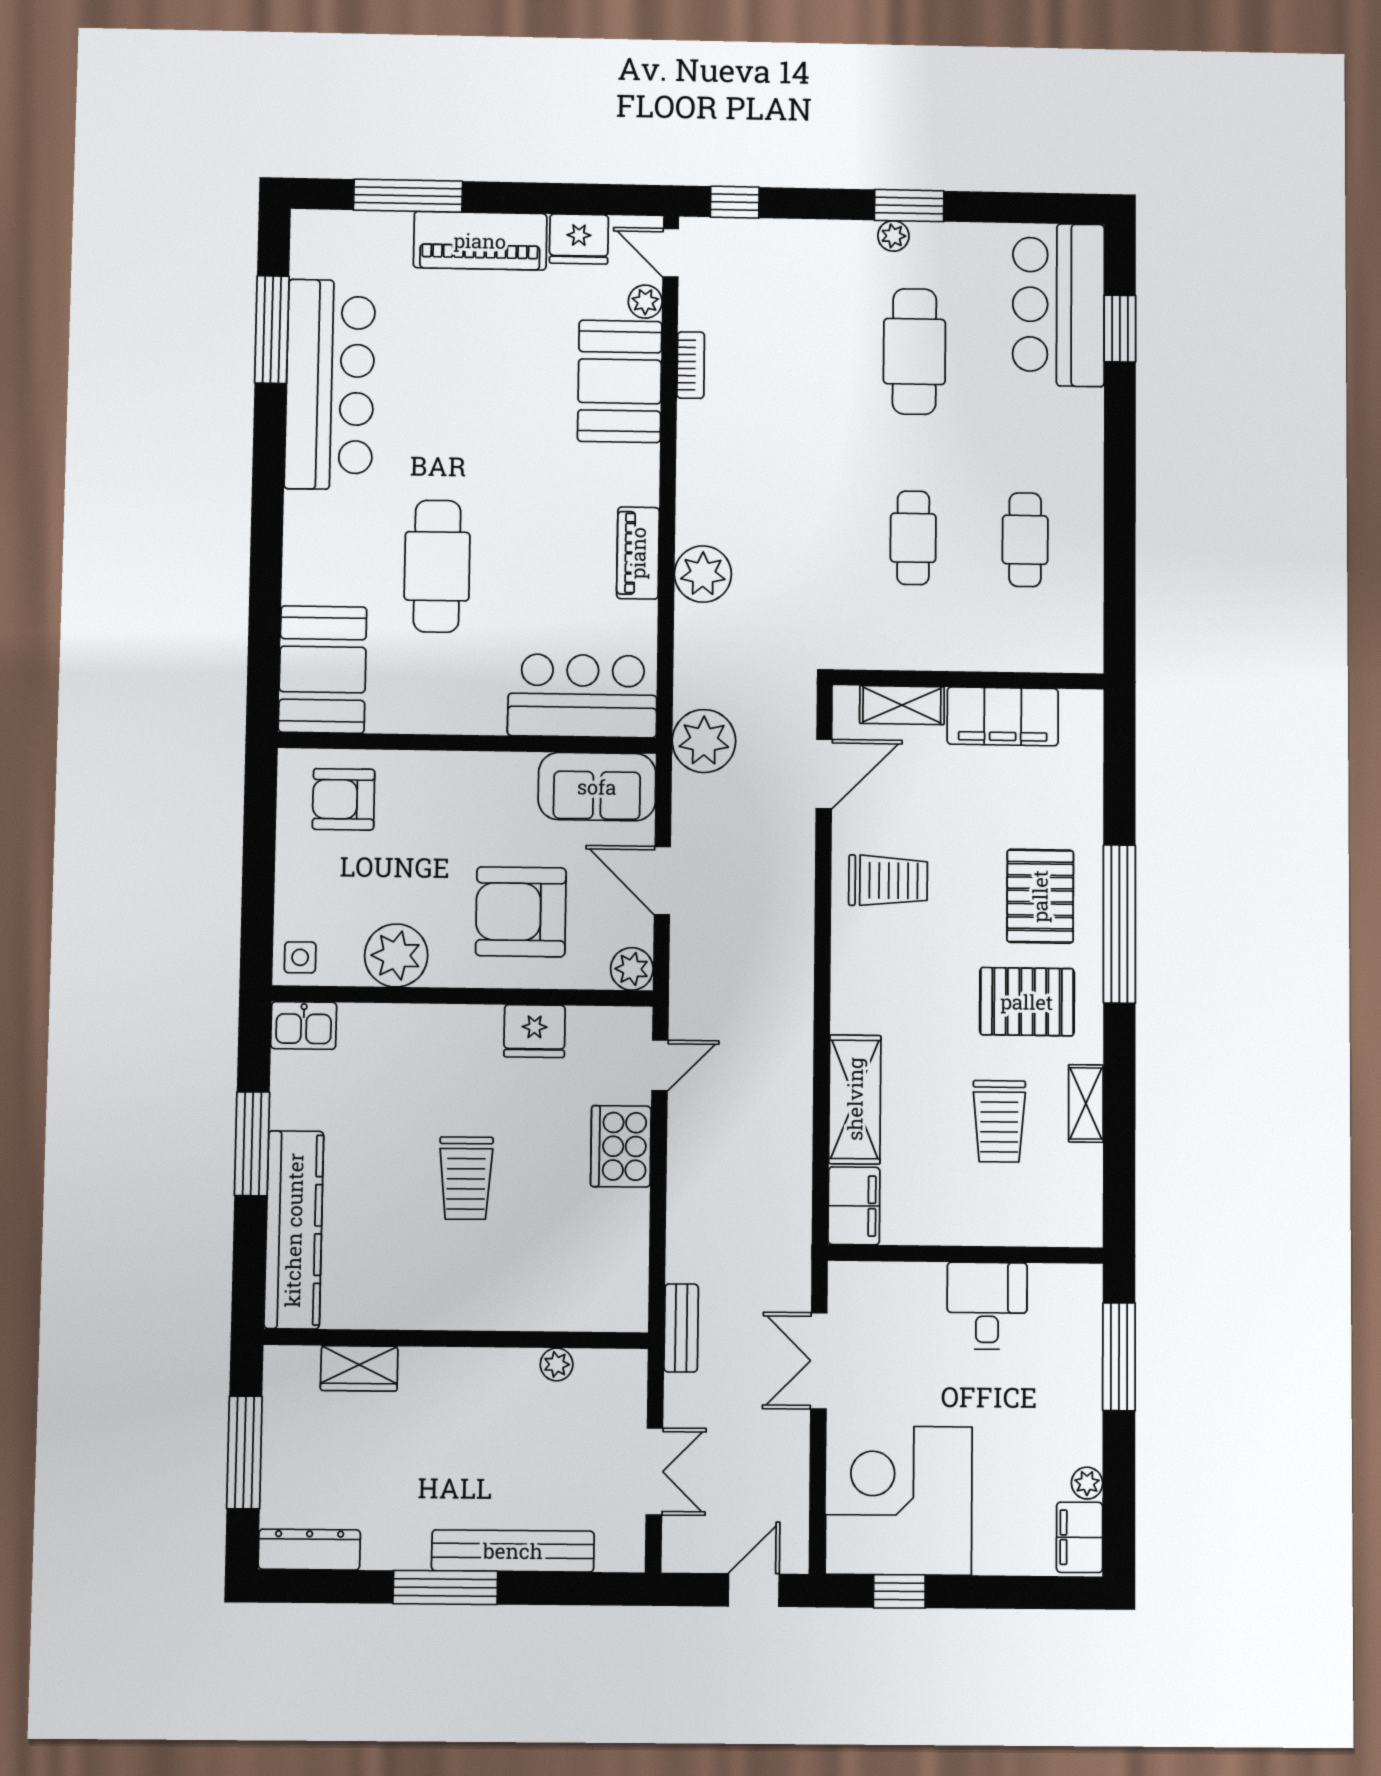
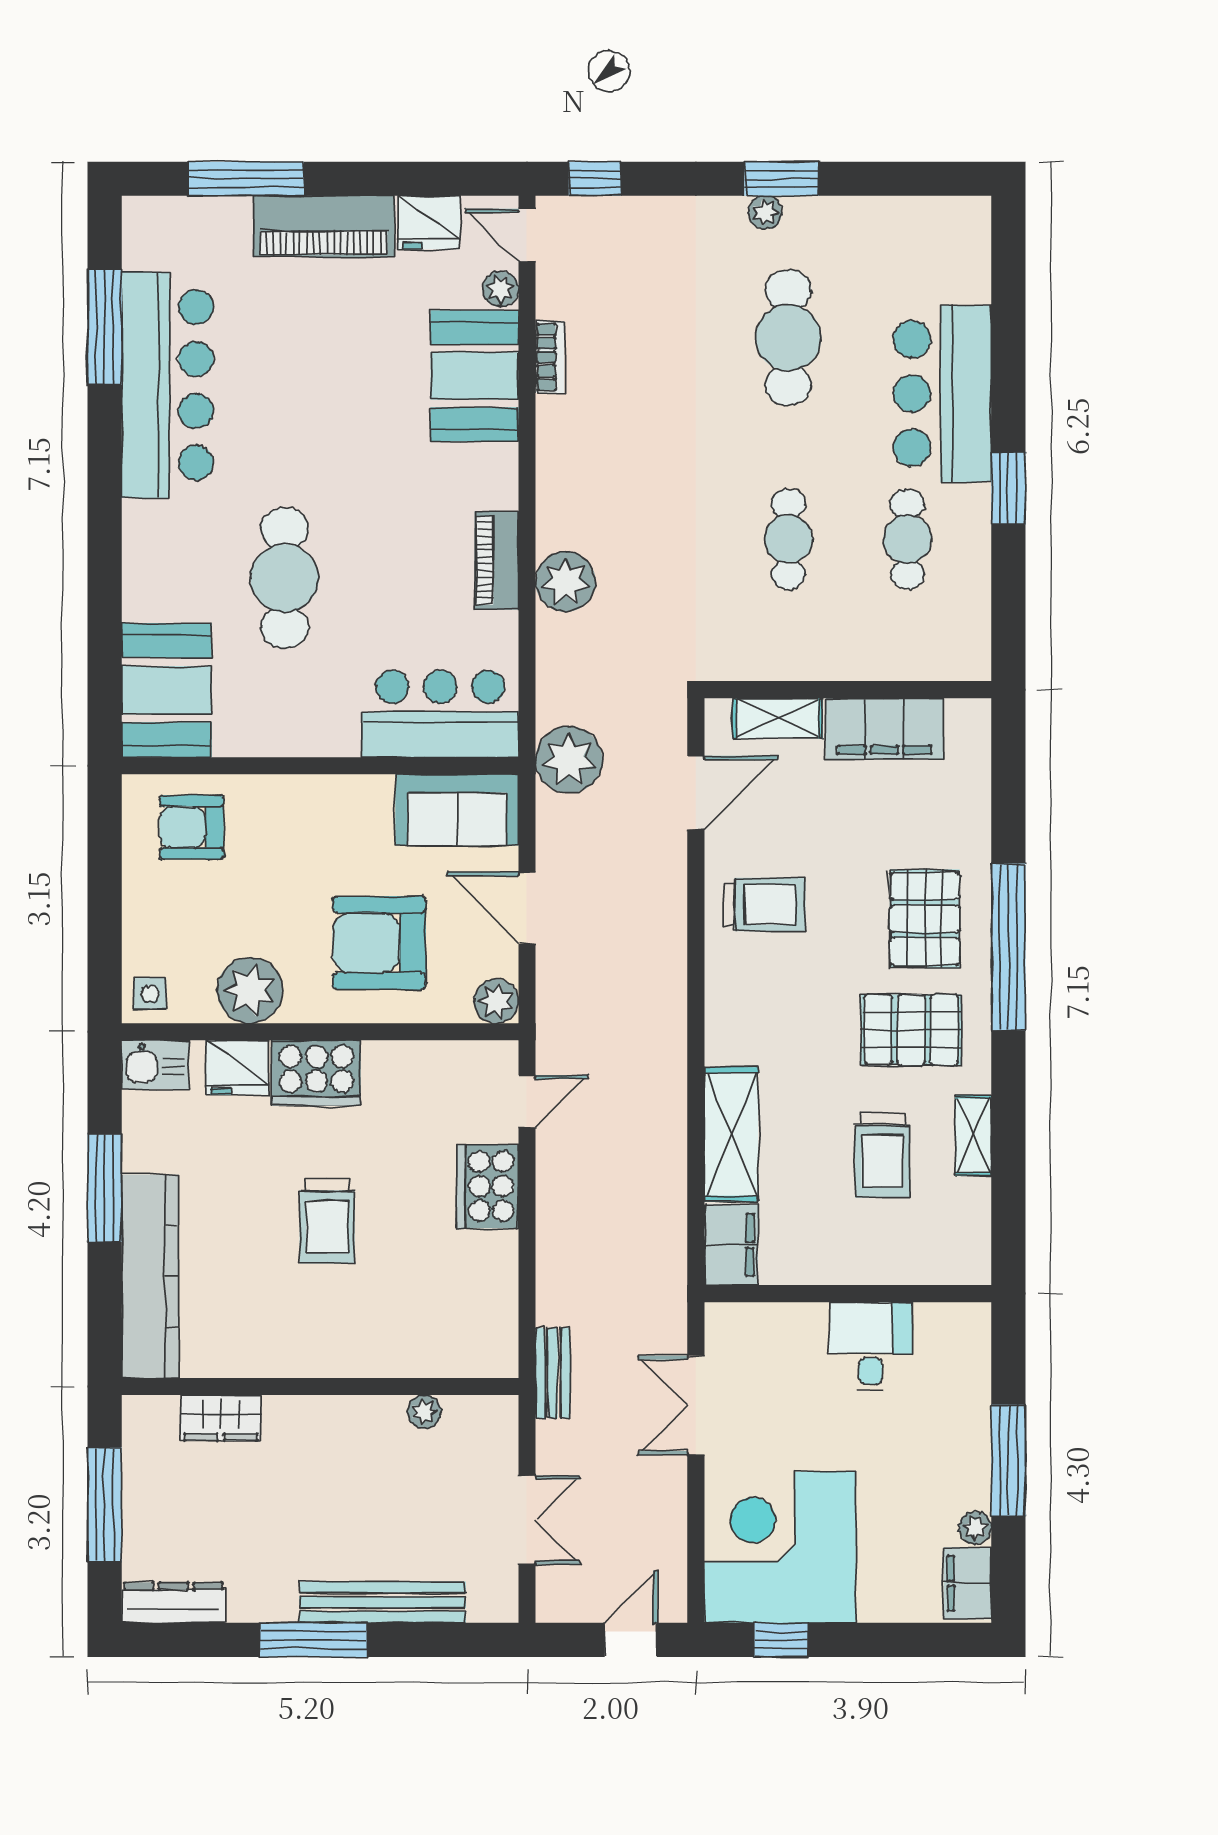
bar counter: (1059, 305) -> (942, 393), moved
window: (1120, 329) -> (1008, 489), moved
fridge: (534, 1031) -> (237, 1067), moved
cooker: (458, 1035) -> (316, 1073), added
window: (1119, 1357) -> (1008, 1460), moved

